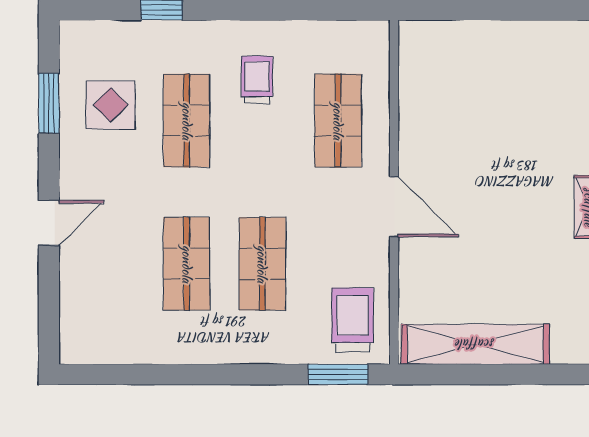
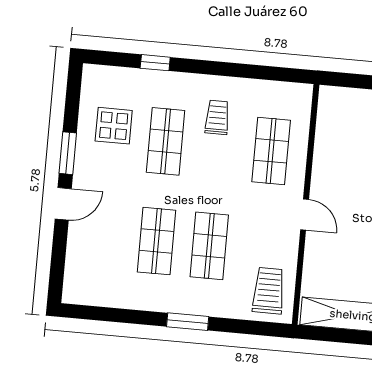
window: (49, 103) -> (68, 153), moved
door: (394, 207) -> (305, 215), width x0.73
window: (338, 374) -> (188, 322), moved

